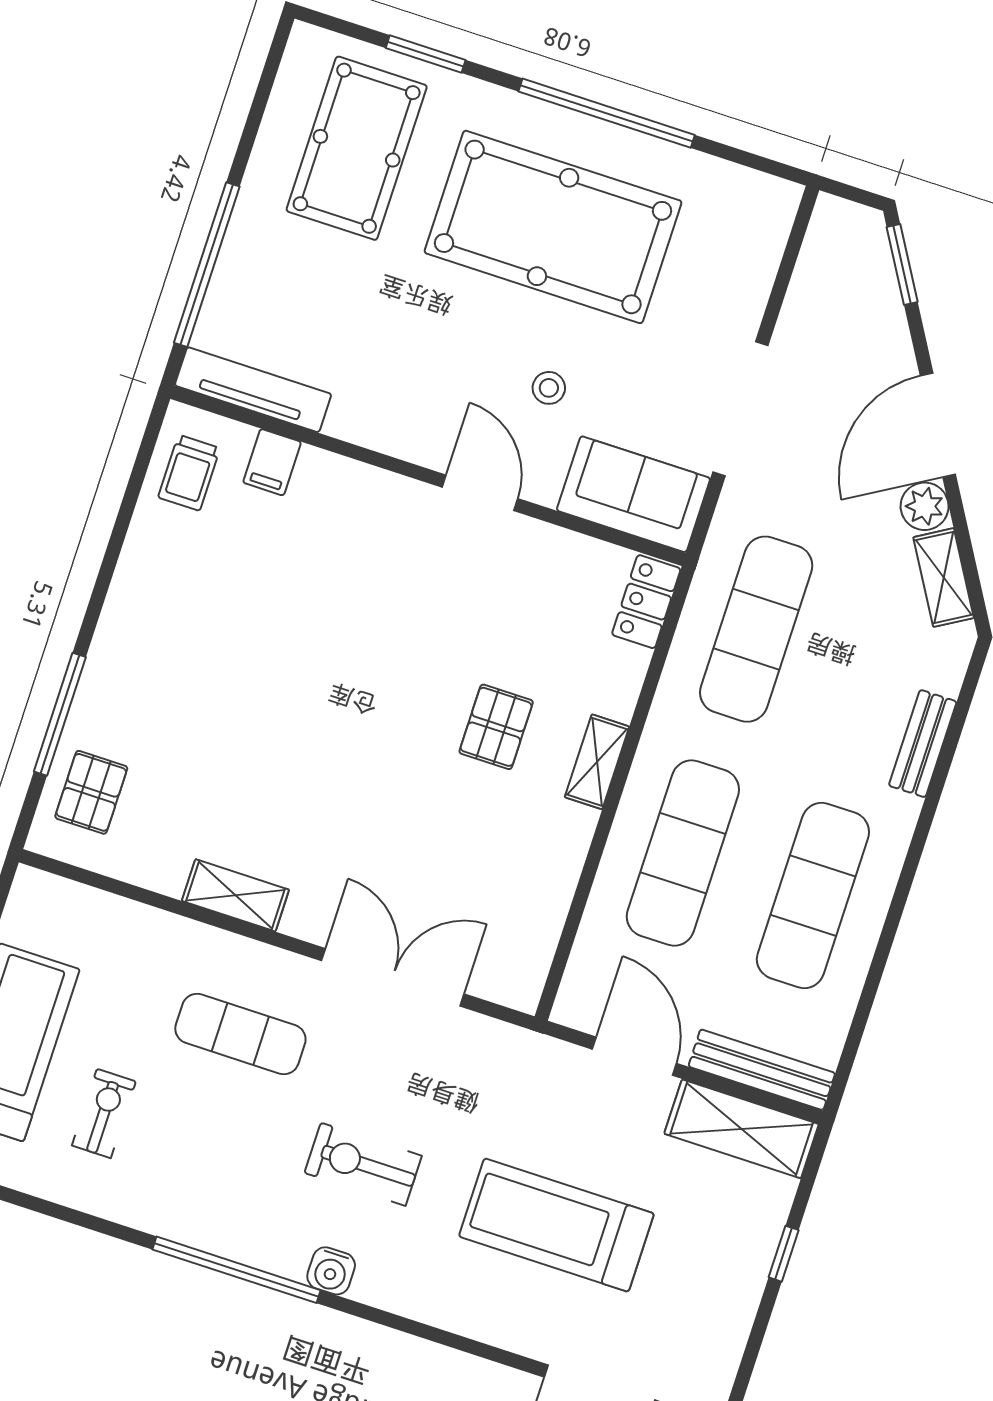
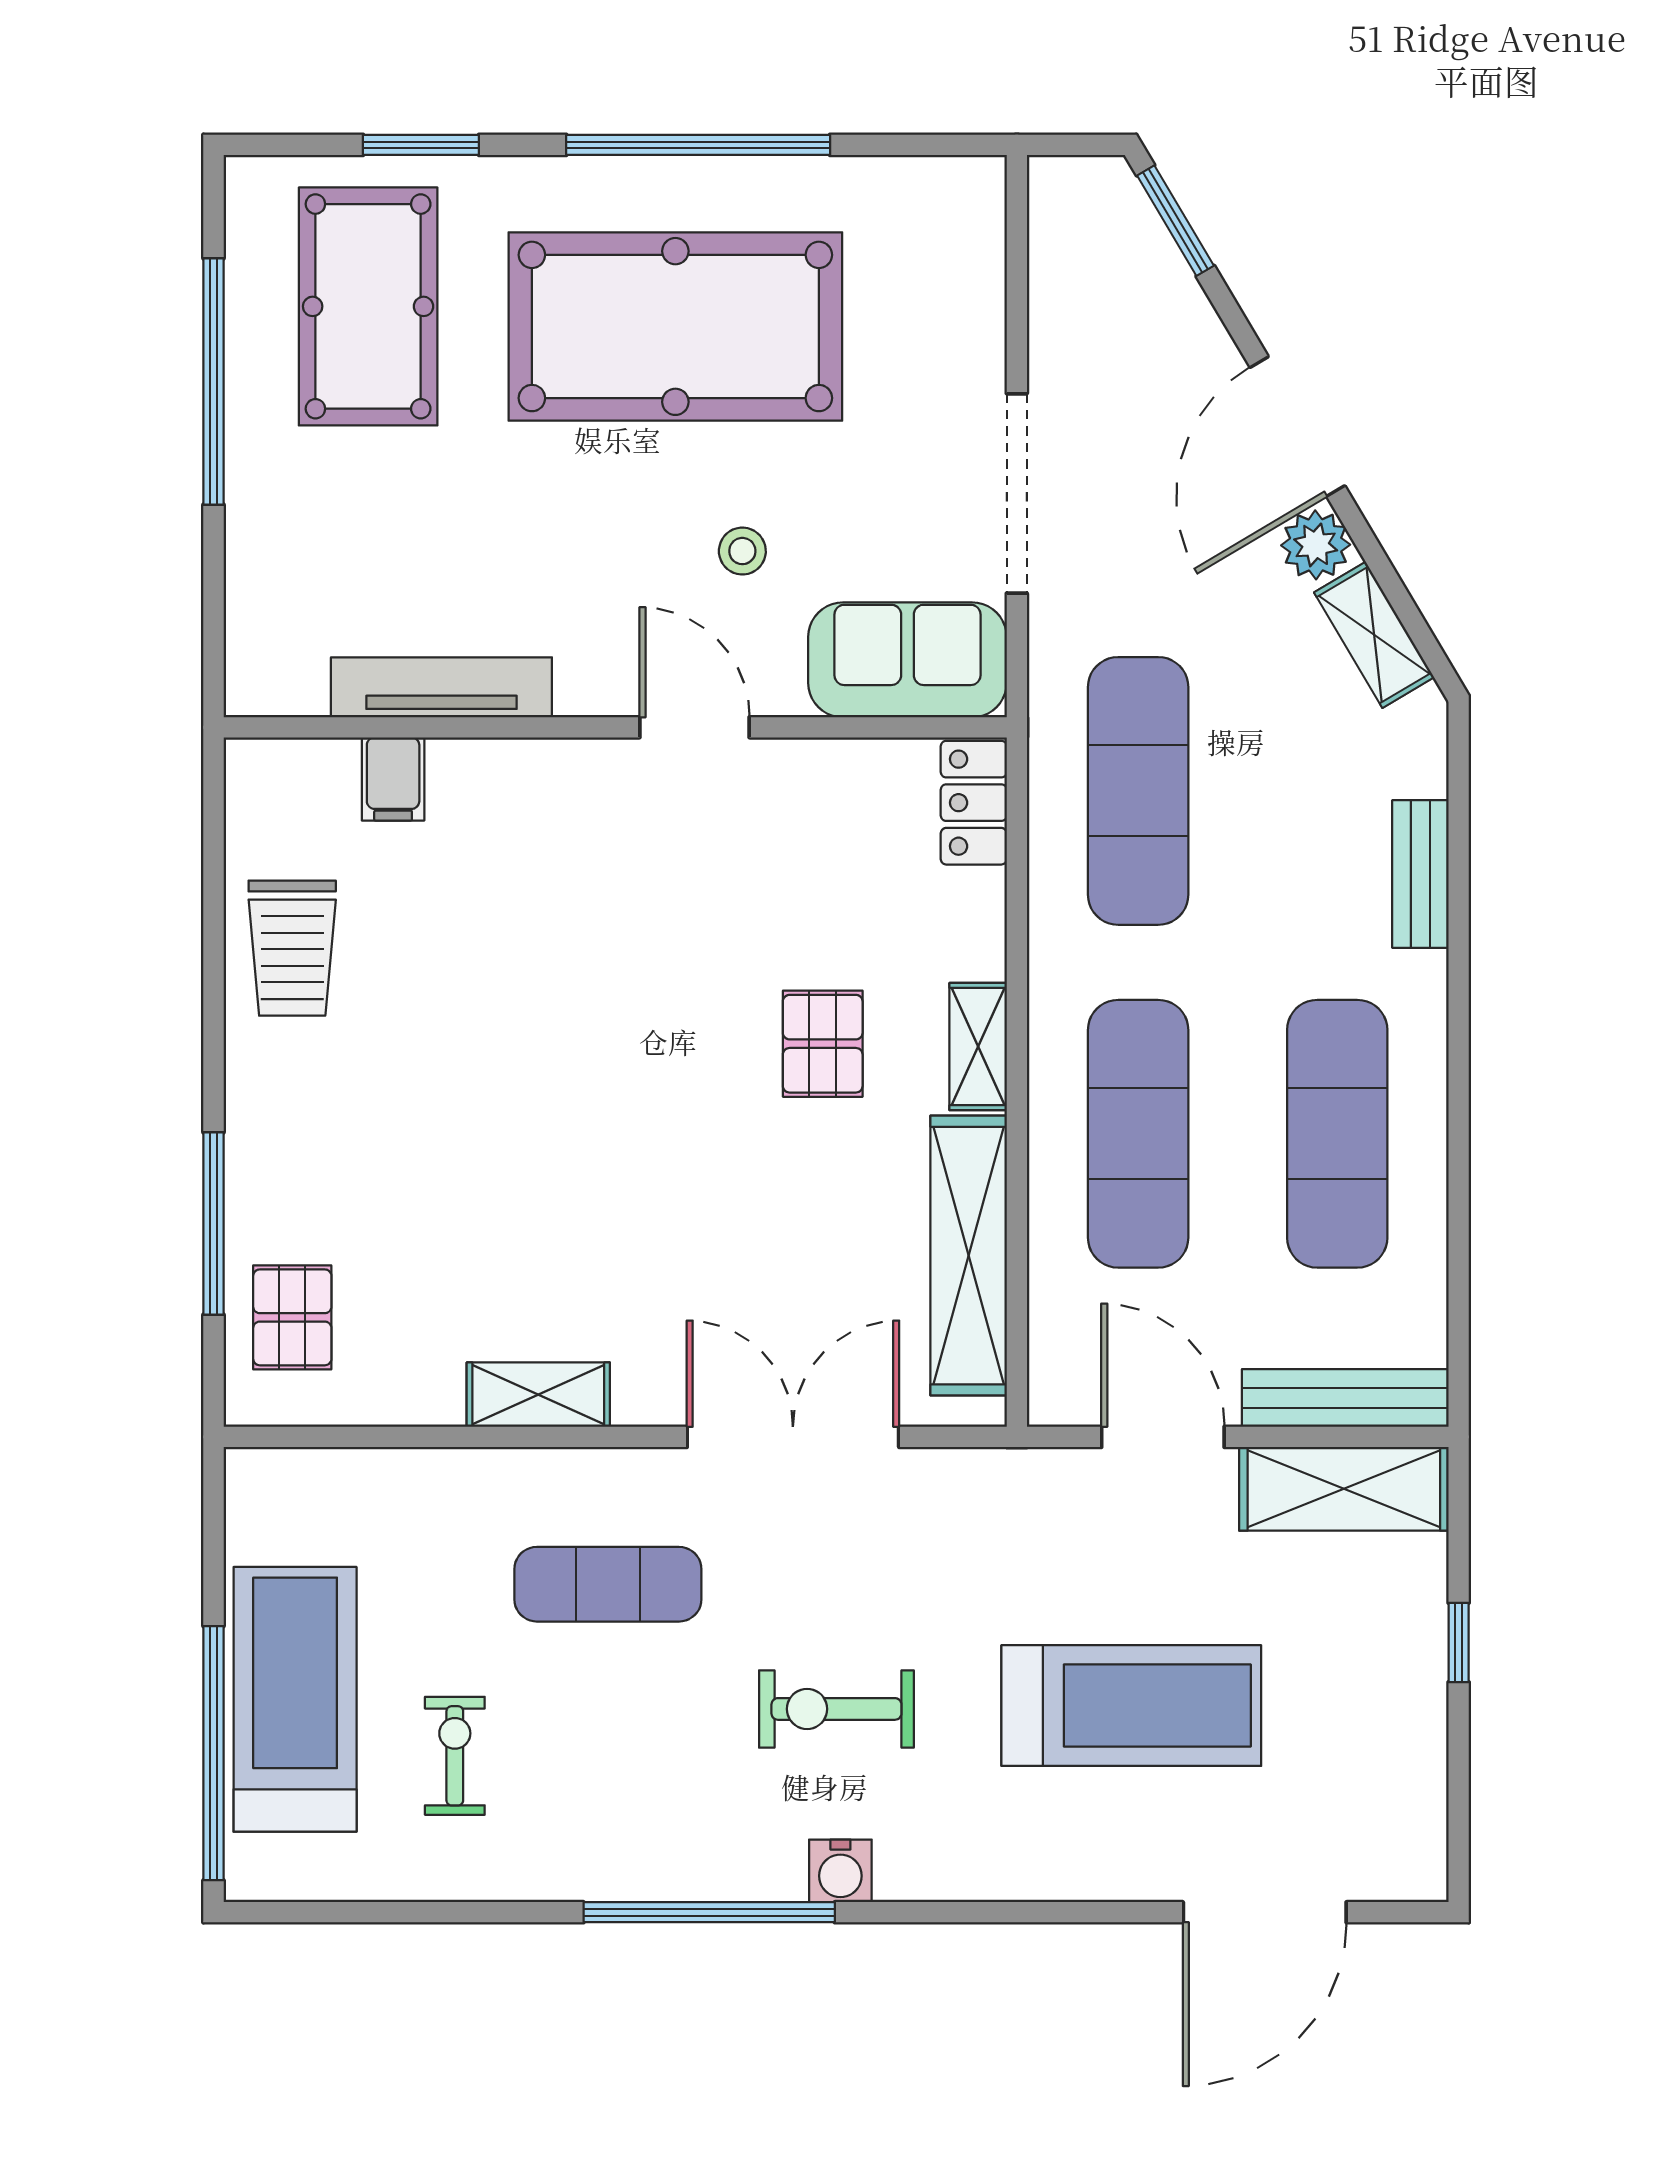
window: (207, 265) -> (213, 381), moved
tv unit: (253, 390) -> (441, 687), moved
trolley: (189, 473) -> (292, 948), moved, width x1.36, depth x1.39
shelving: (546, 896) -> (969, 1256), added
treadmill: (556, 1225) -> (1131, 1706), turned 180

